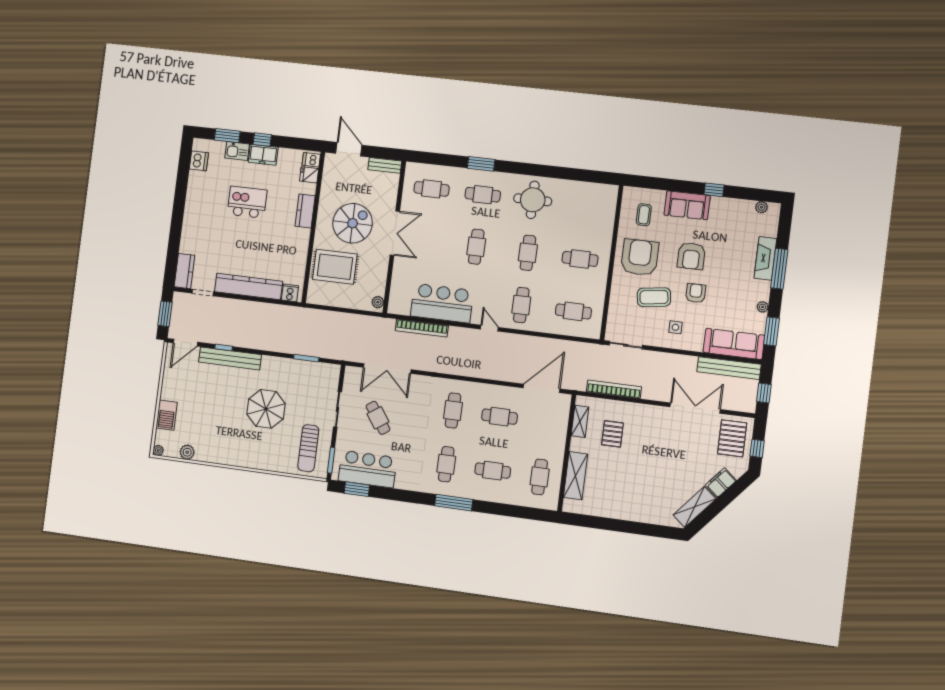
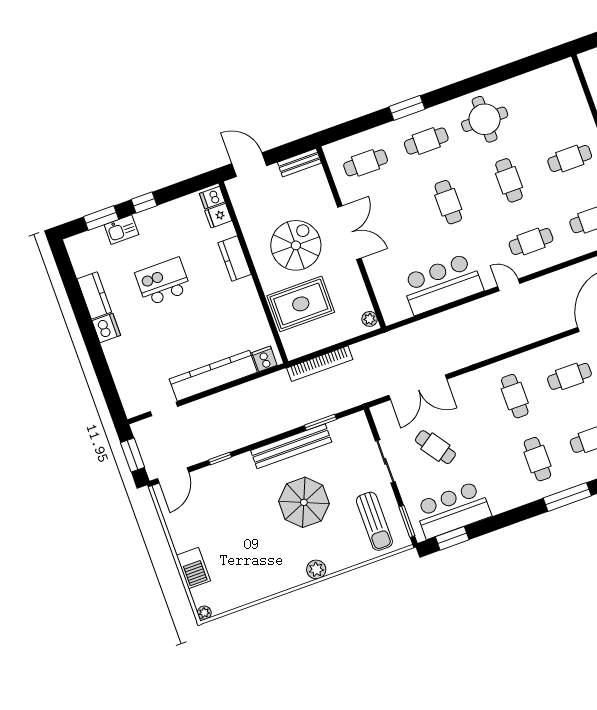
freezer: (263, 155) -> (154, 219), removed
dishwasher: (199, 161) -> (106, 328), moved
kitchen counter: (184, 271) -> (94, 295), moved
cafe table: (521, 305) -> (531, 242), turned 90
bookcase: (422, 328) -> (320, 364), moved
bench: (230, 358) -> (291, 446), moved
plant: (187, 452) -> (316, 569), moved

